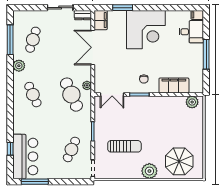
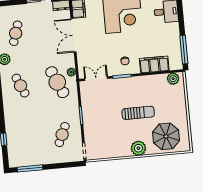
window: (206, 54) -> (184, 50), moved
double door: (112, 95) -> (96, 79), swing flipped
sun lounger: (124, 146) -> (138, 113), moved
bar counter: (25, 157) -> (19, 145), removed

